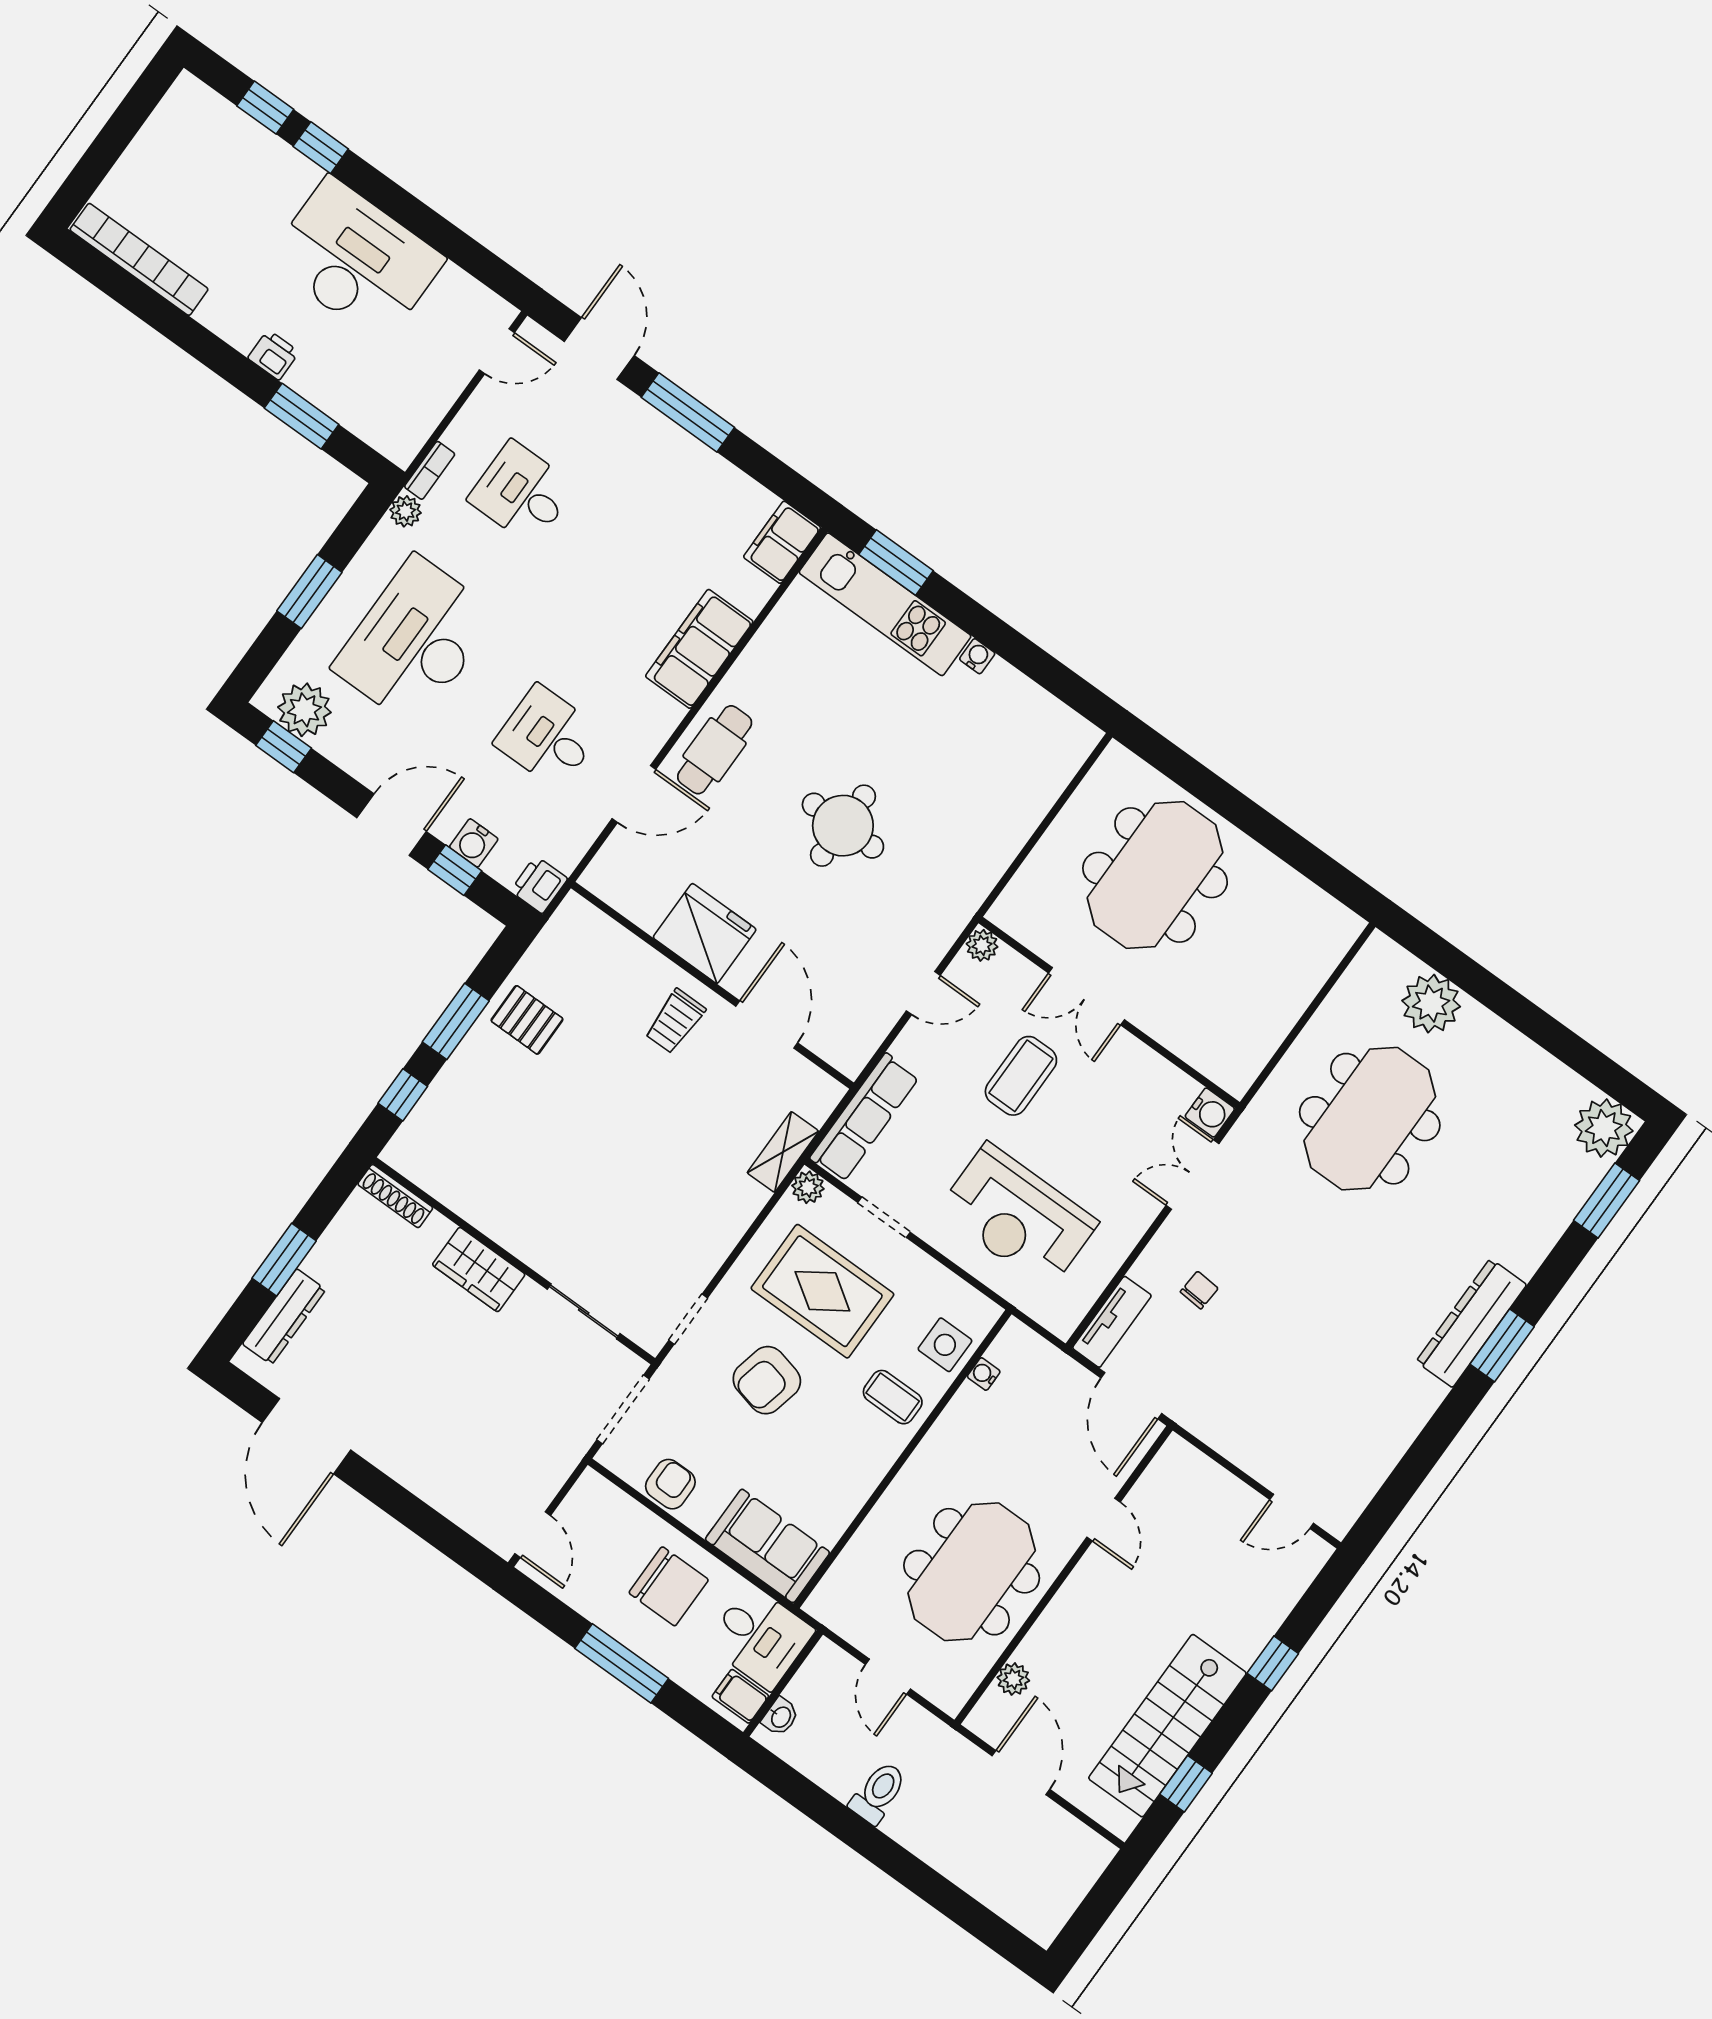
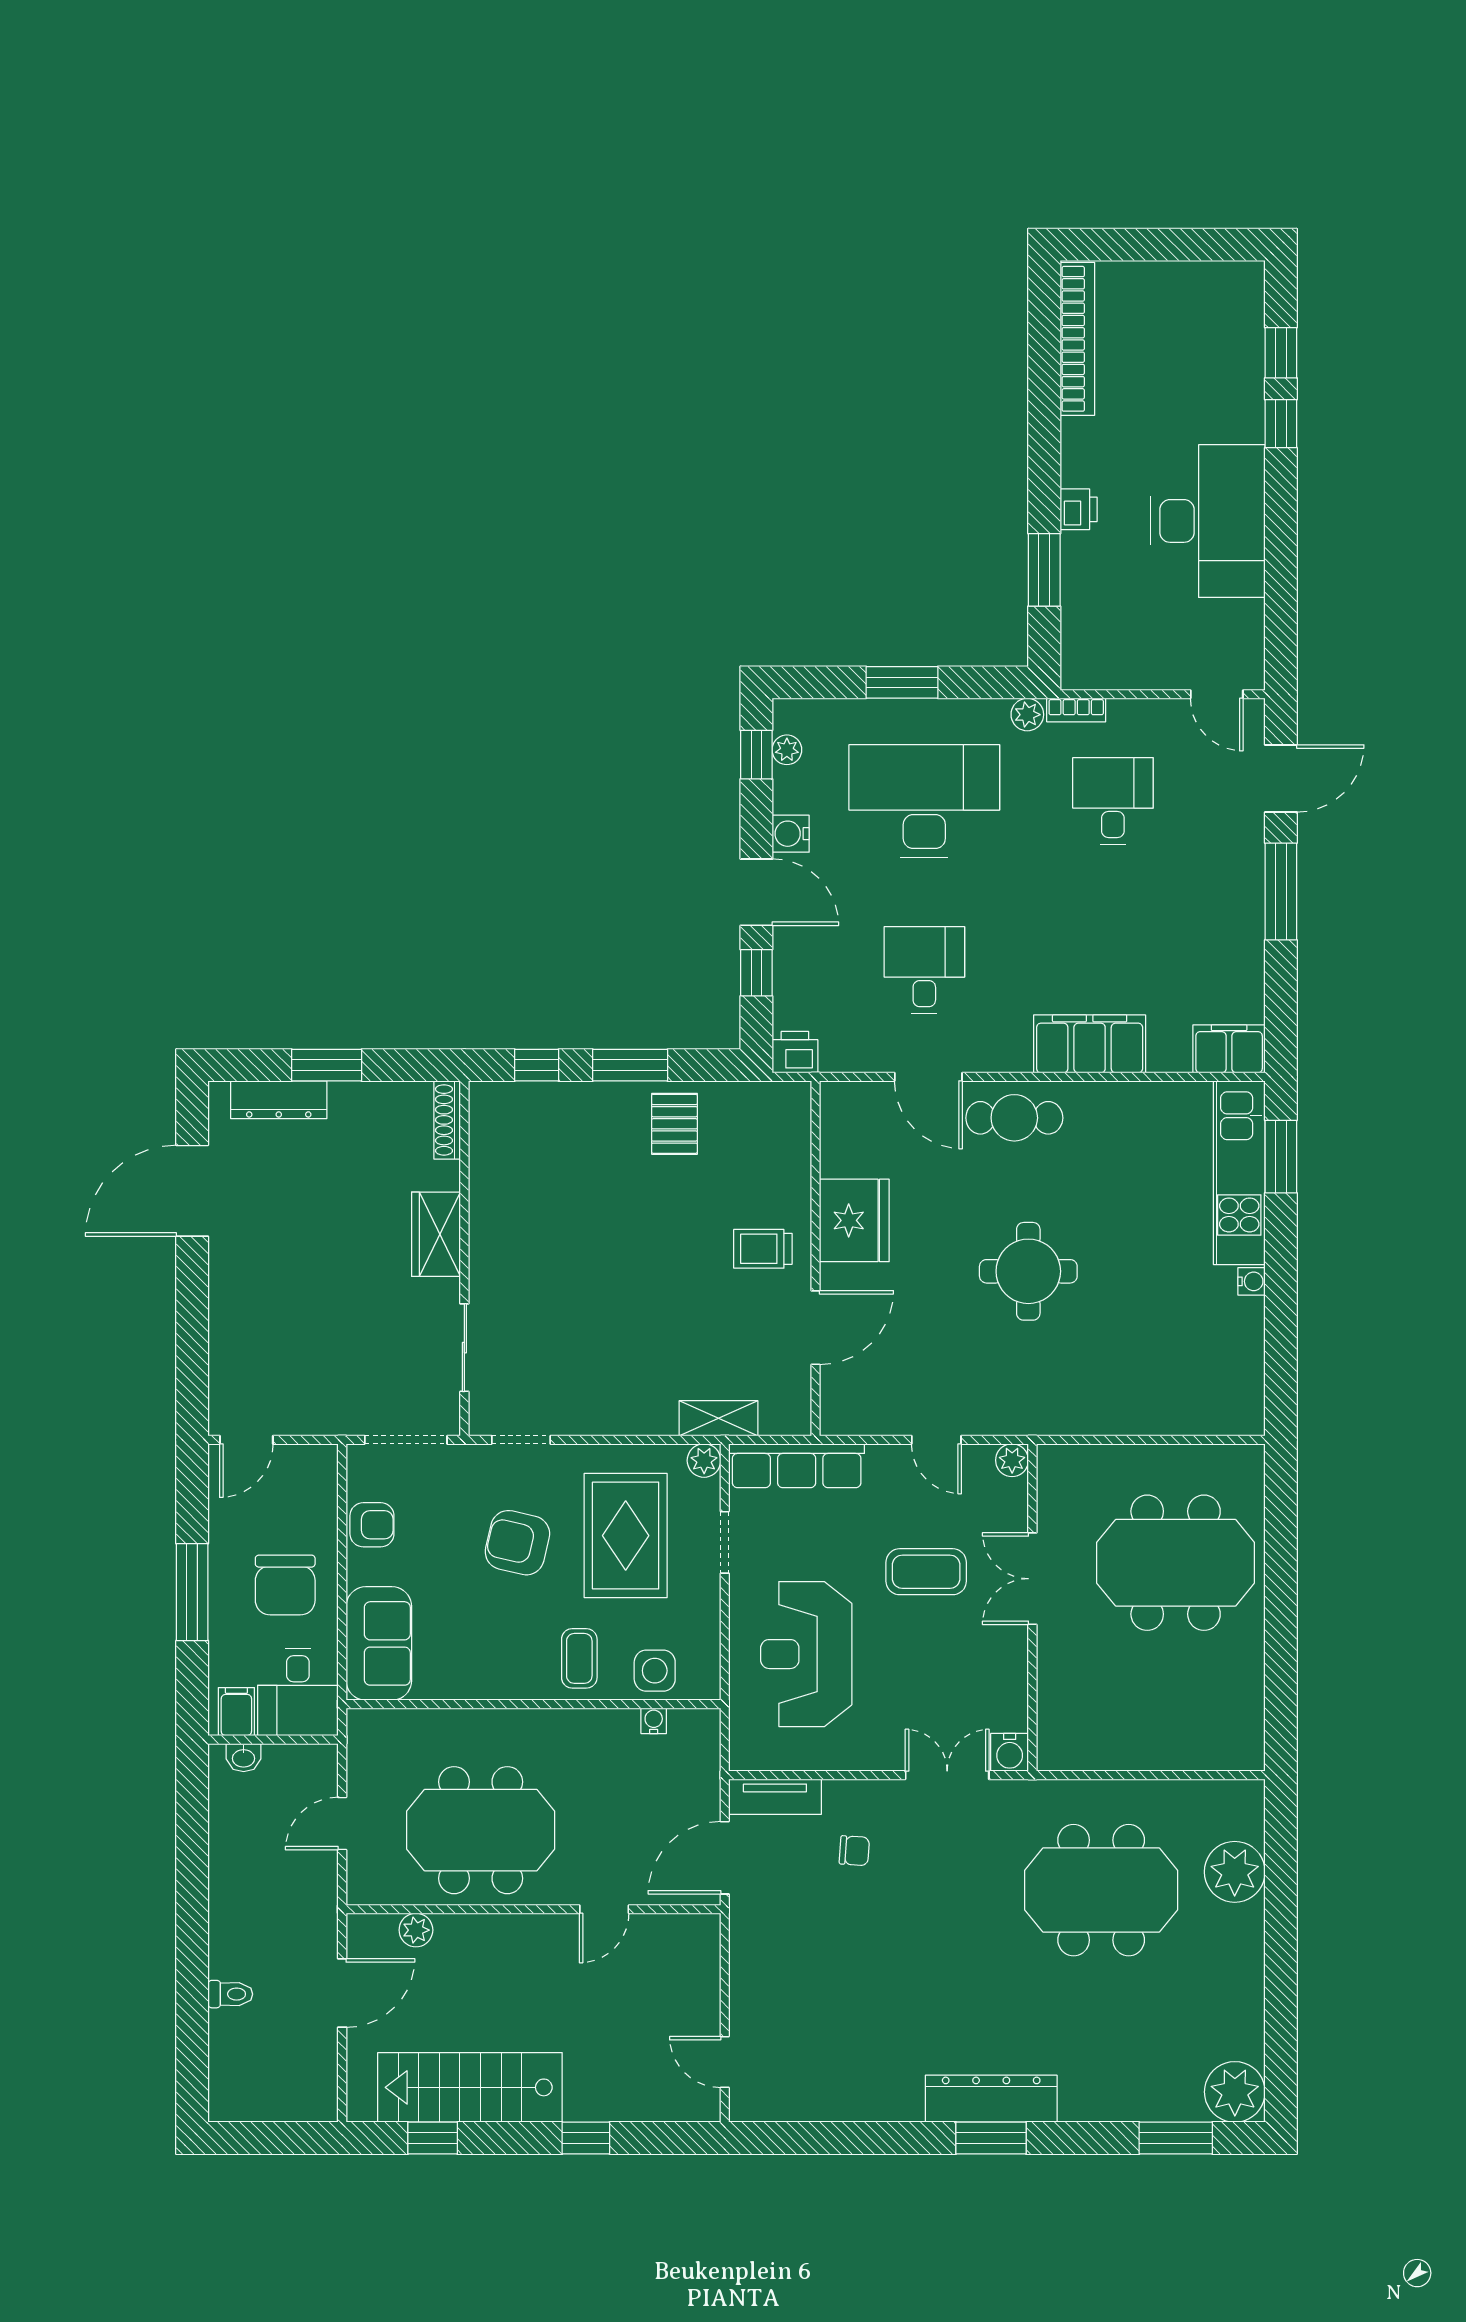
plant: (304, 710) -> (787, 750), width x0.53, depth x0.53
water cooler: (474, 843) -> (791, 834), moved
toilet: (878, 1793) -> (230, 1994), moved, width x0.73, depth x0.72

